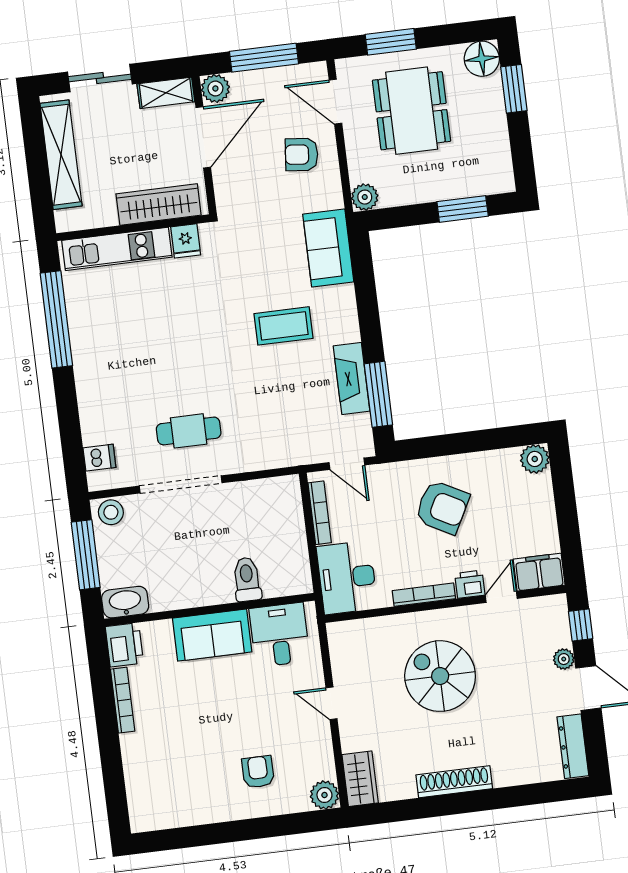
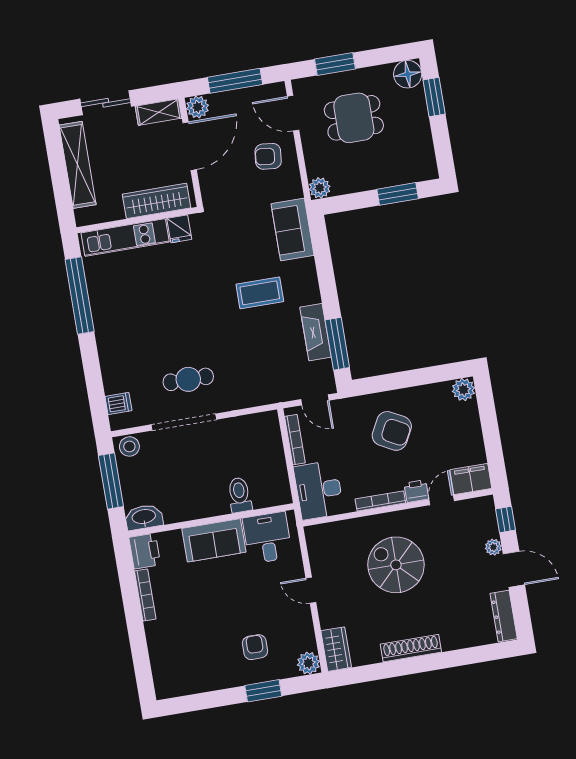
dining table: (412, 111) -> (354, 118), width x0.73
window: (266, 827) -> (263, 691), added

